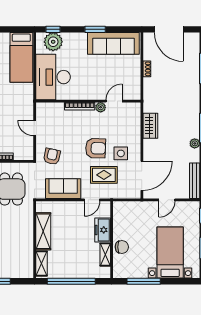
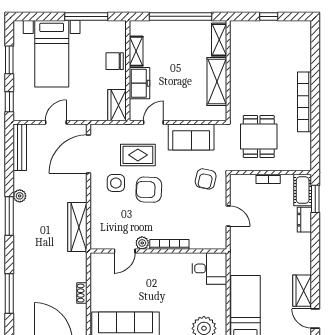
desk: (53, 77) -> (209, 268), width x0.53, depth x0.77
wardrobe: (150, 126) -> (77, 227), width x1.50
wardrobe: (120, 213) -> (117, 105), added

